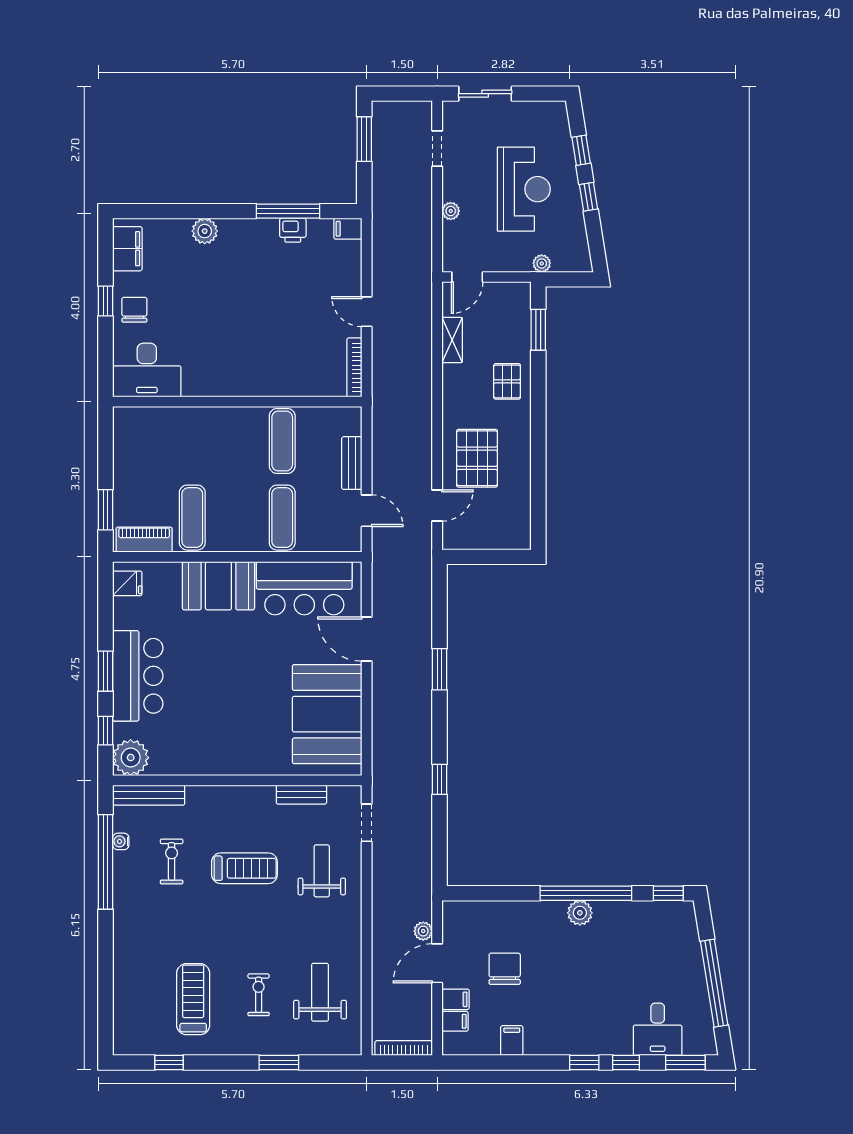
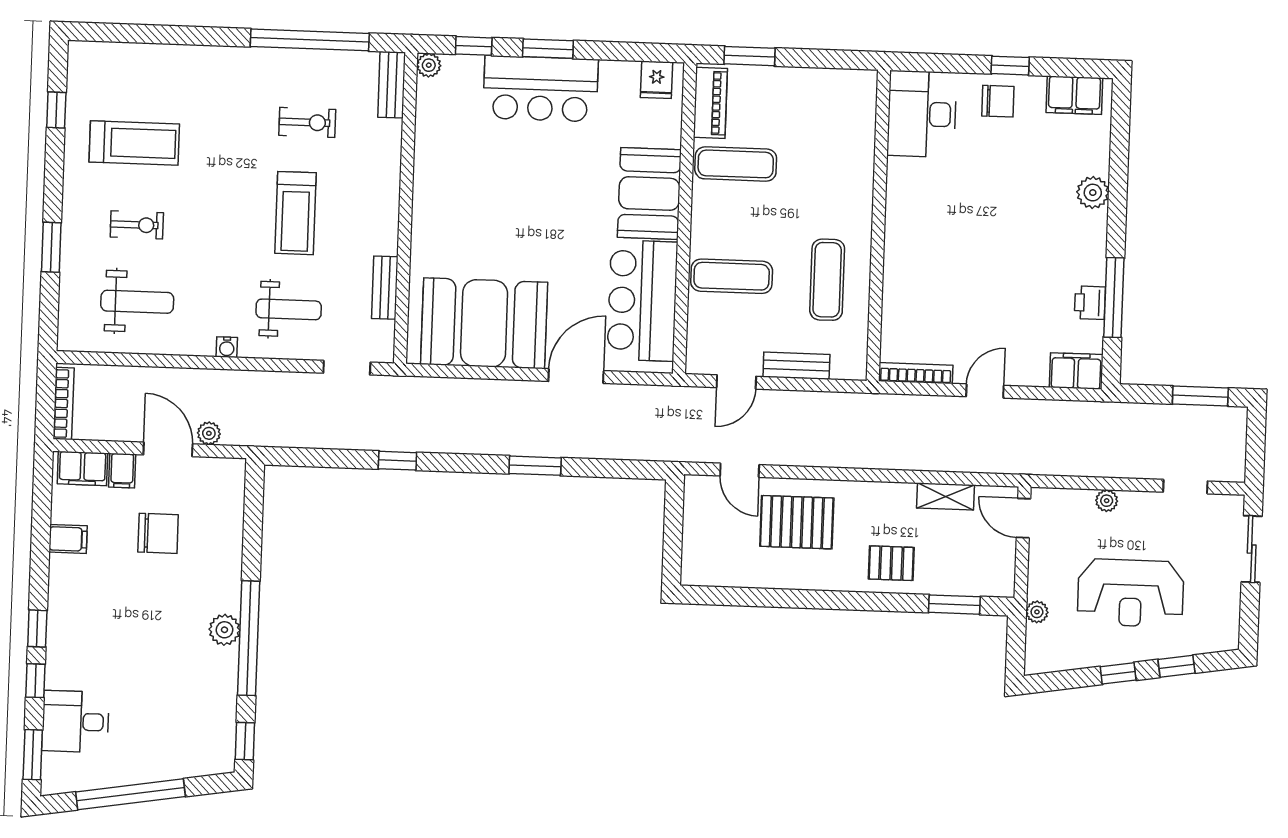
filing cabinet: (348, 229) -> (1076, 371), width x2.00
exercise mat: (282, 441) -> (827, 280), turned 90
plant: (131, 758) -> (429, 65), width x0.53, depth x0.53
bench: (149, 795) -> (392, 85), width x0.73
water cooler: (121, 841) -> (227, 347), moved, turned 180
filing cabinet: (455, 1021) -> (82, 468), width x2.00

